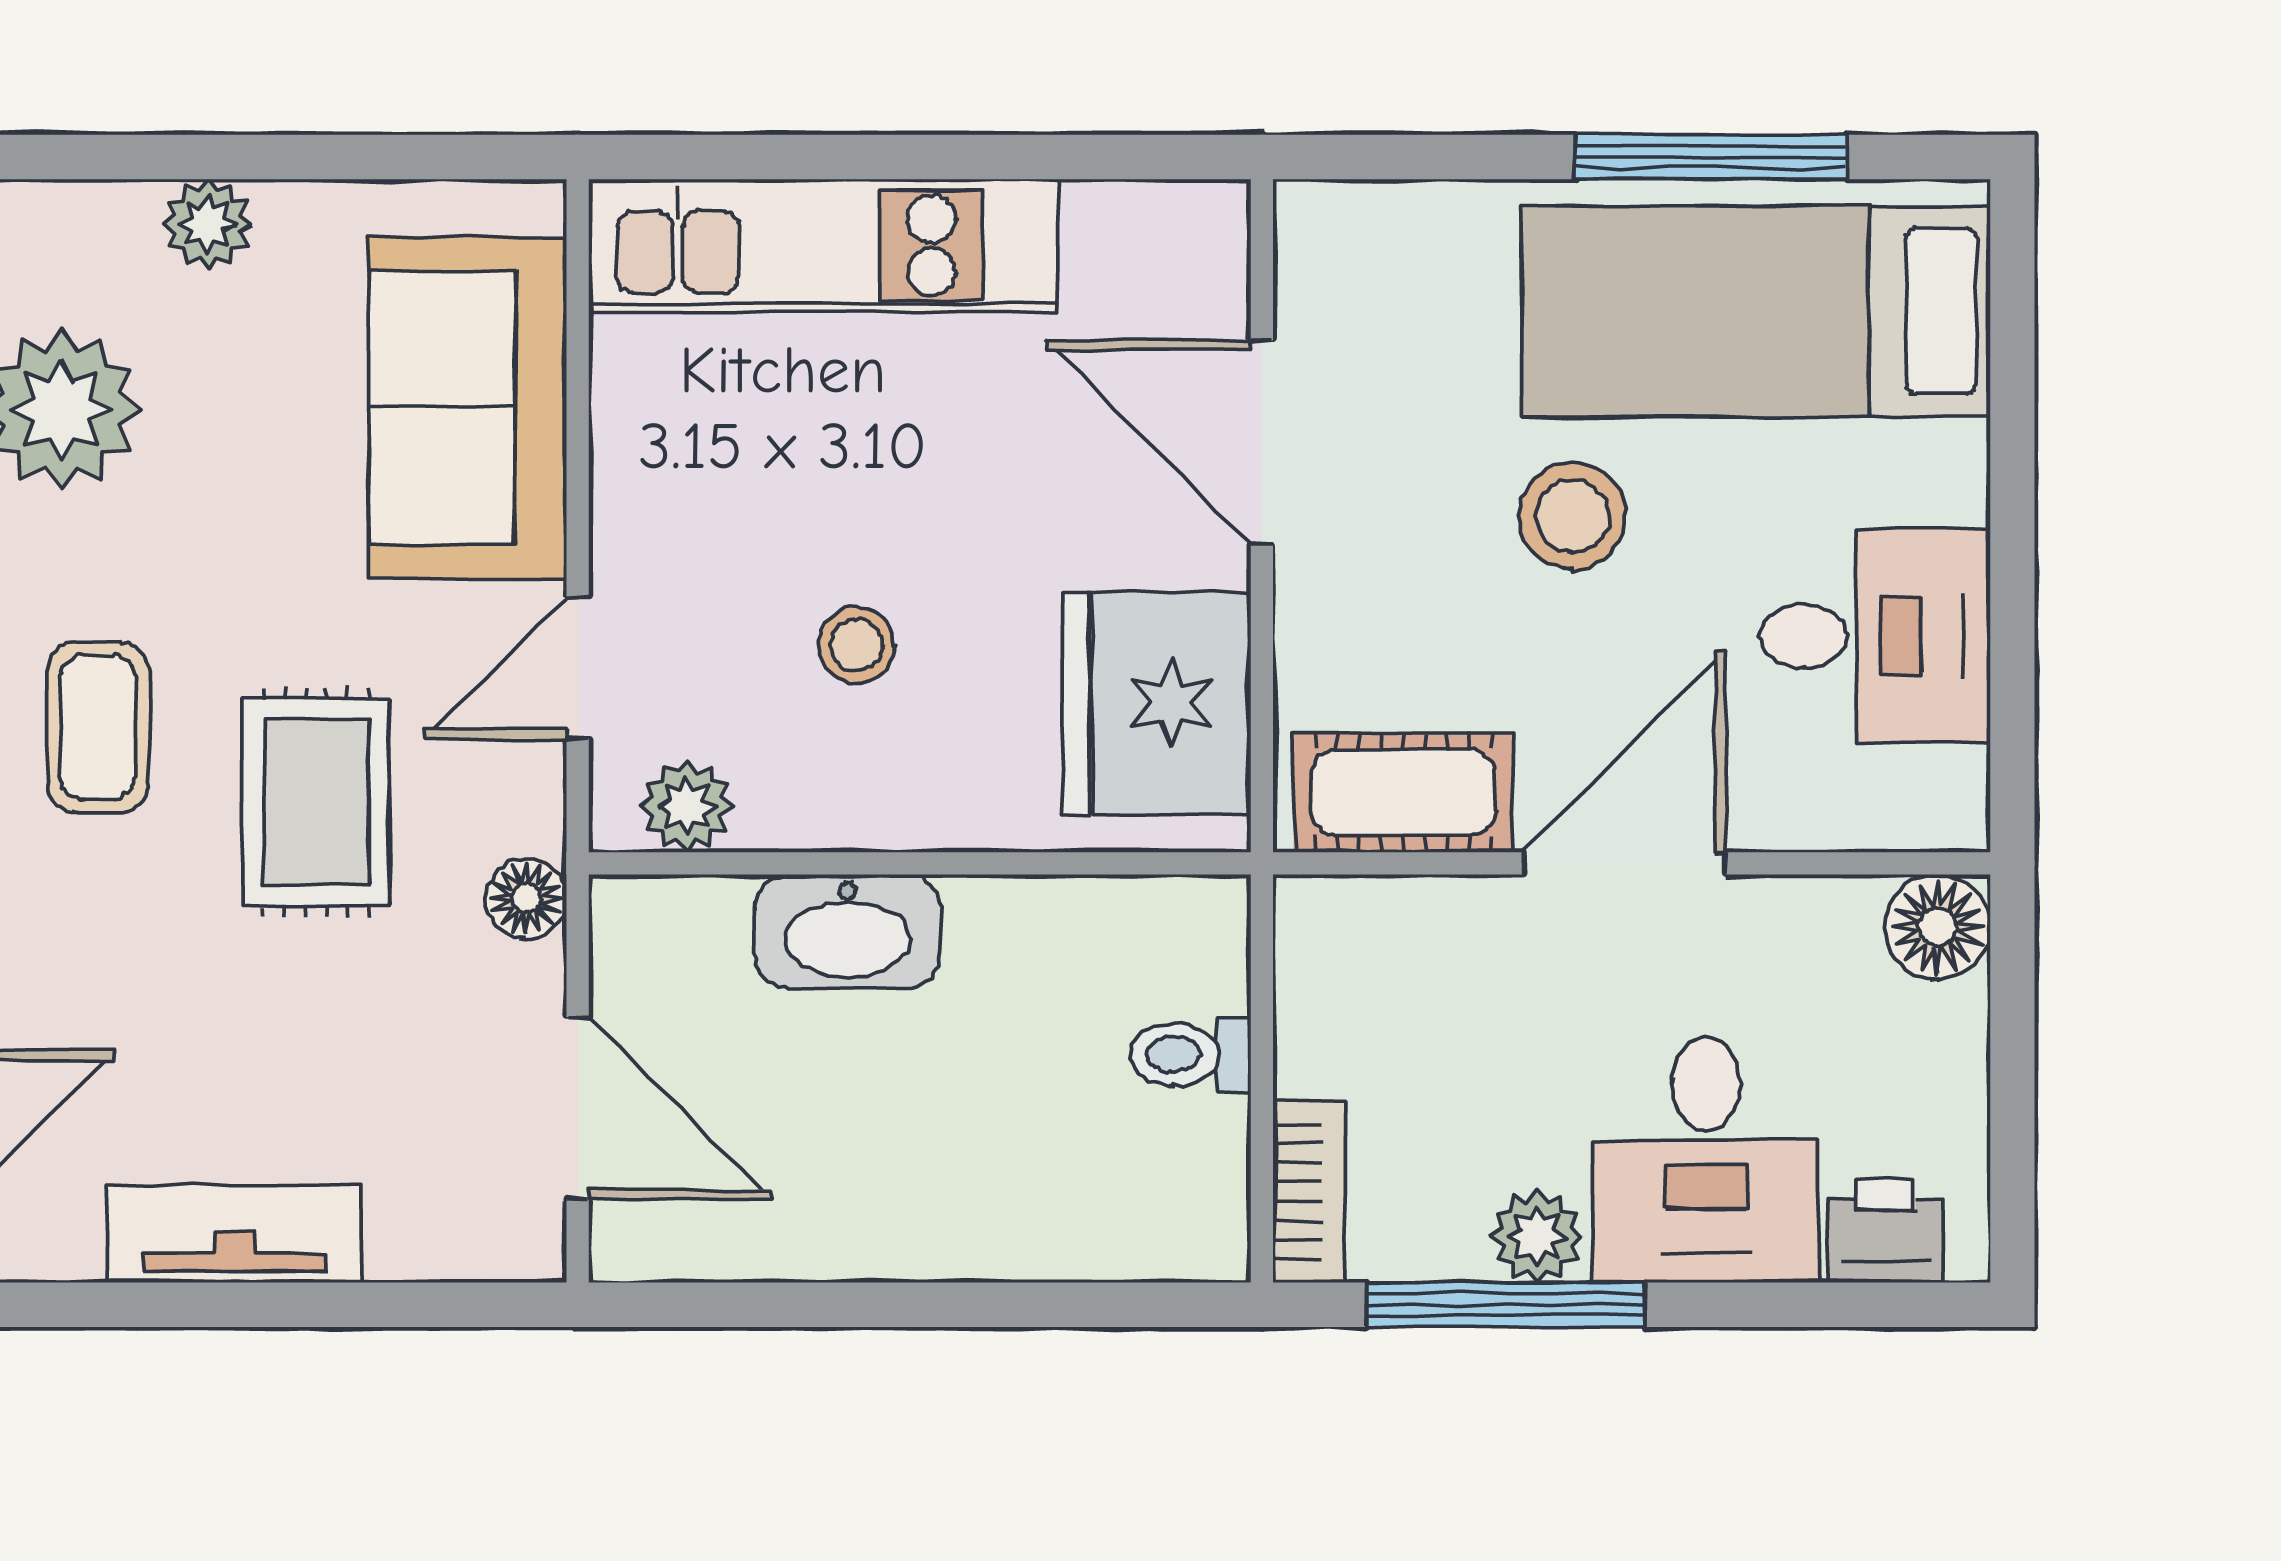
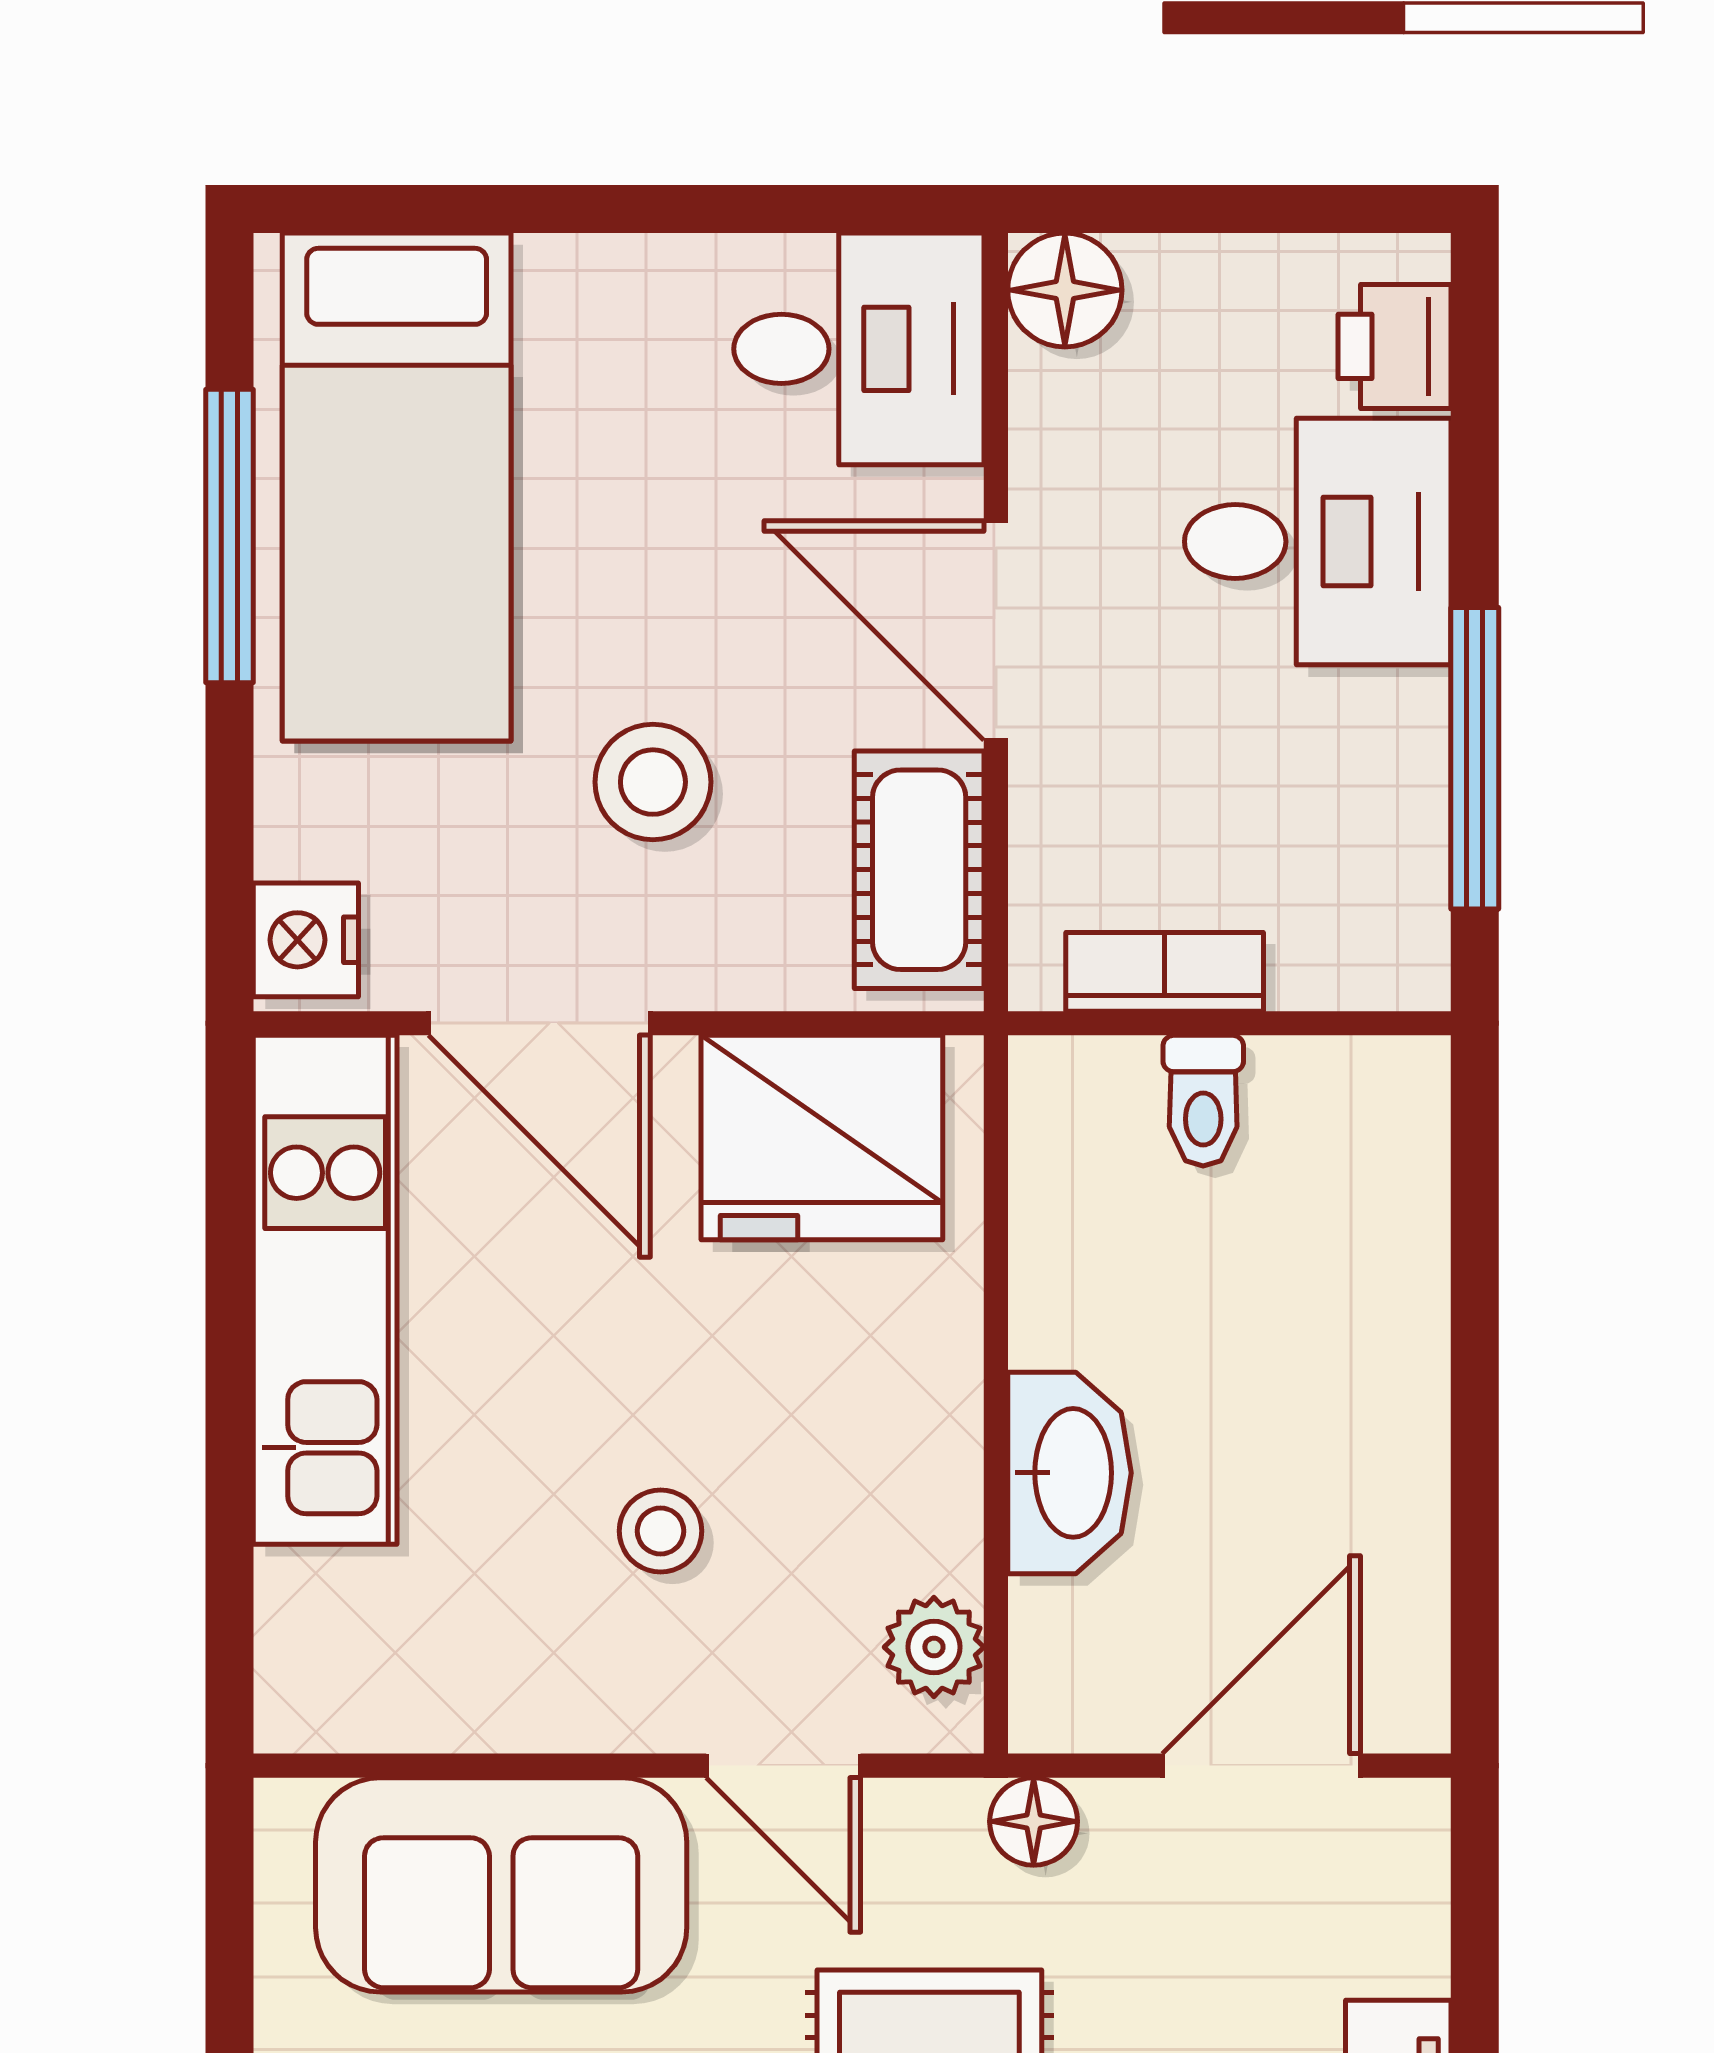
nightstand: (1339, 227) -> (306, 940), added
kitchen unit: (823, 245) -> (325, 1290), moved
door: (1262, 443) -> (539, 1023), hinge flipped
stool: (1572, 516) -> (653, 782), moved
desk: (1875, 636) -> (859, 349), moved, turned 90
stool: (856, 645) -> (661, 1531), moved
bookcase: (1309, 1192) -> (1165, 972), moved
plant: (1537, 1236) -> (1401, 725), removed

